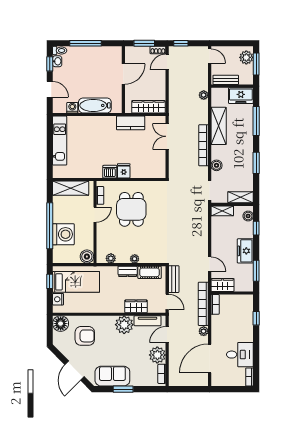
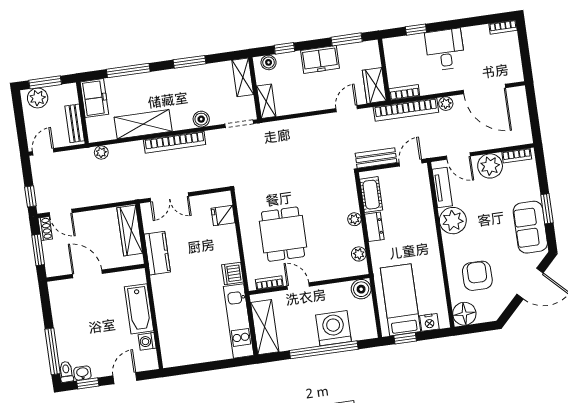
window: (86, 43) -> (53, 351), moved
kitchen unit: (60, 141) -> (239, 321), moved, turned -90
fridge: (124, 171) -> (223, 215), moved
dining table: (131, 209) -> (283, 234), turned 90
wardrobe: (136, 306) -> (424, 207), removed
desk: (240, 355) -> (445, 50), moved

